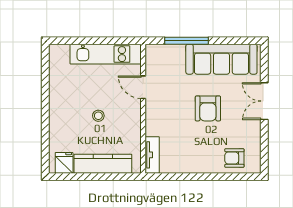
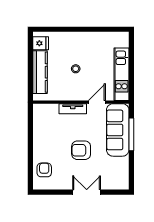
sofa: (221, 59) -> (118, 130), moved
tv unit: (152, 155) -> (73, 109), moved

